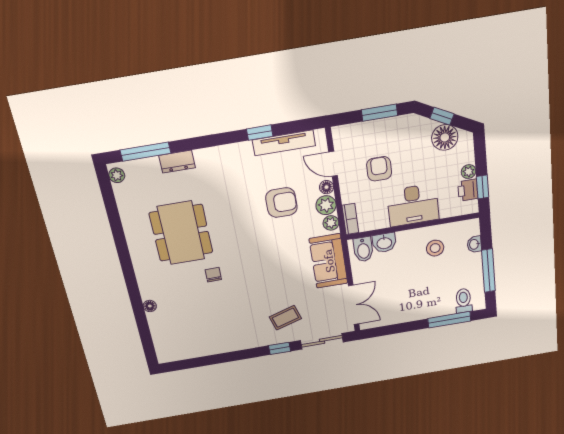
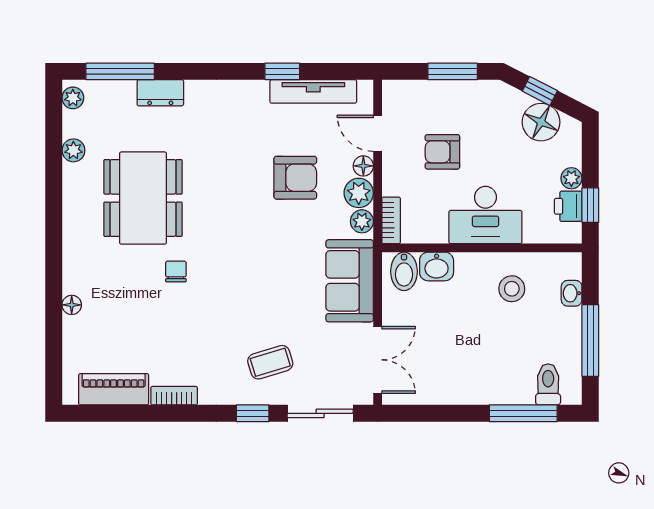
armchair: (379, 169) -> (442, 152), turned -90
plant: (126, 210) -> (73, 150), added
bookcase: (228, 347) -> (174, 396), added
piano: (189, 350) -> (114, 389), added

